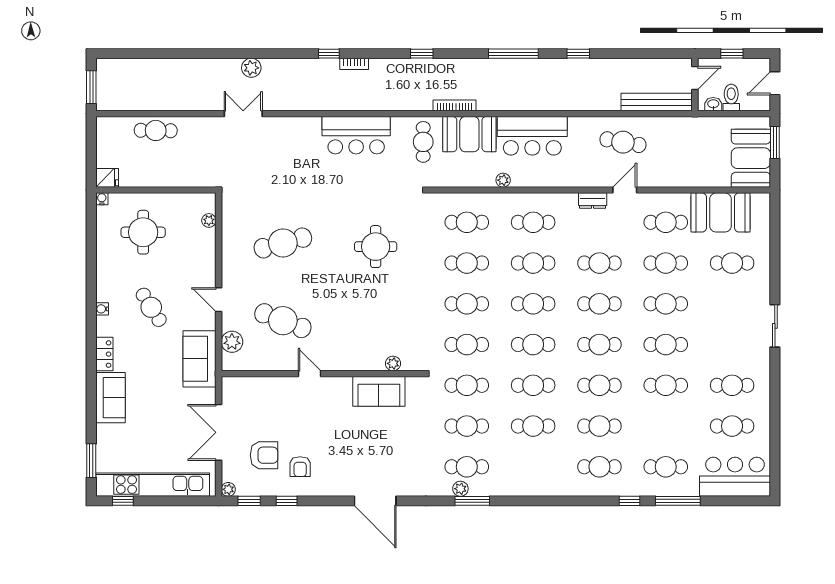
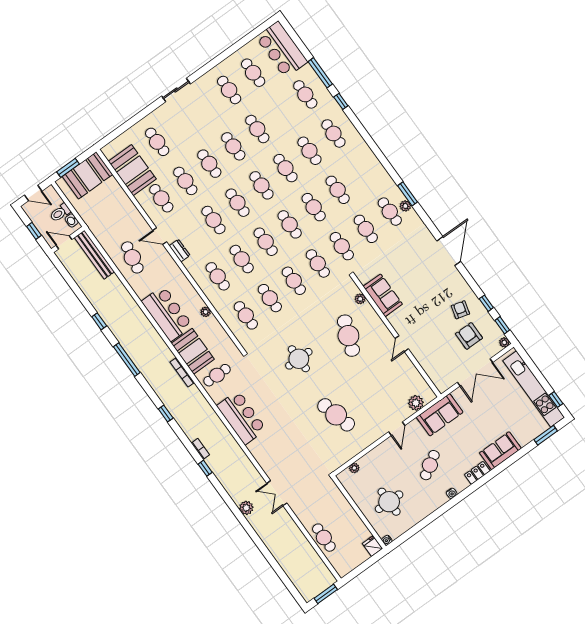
cafe table: (283, 321) -> (348, 336), moved
armchair: (300, 467) -> (460, 310), turned -75

